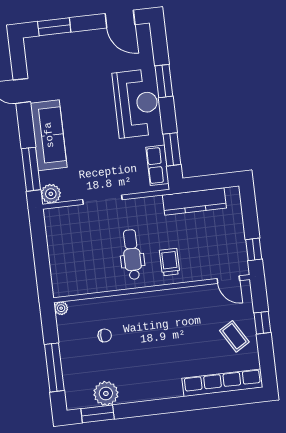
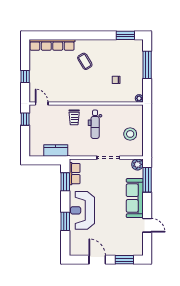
door: (120, 19) -> (97, 260), moved
kitchen counter: (194, 201) -> (56, 150), width x0.67
stool: (69, 245) -> (130, 134), added
coffee table: (234, 336) -> (85, 61), moved
plant: (106, 393) -> (119, 47), removed

